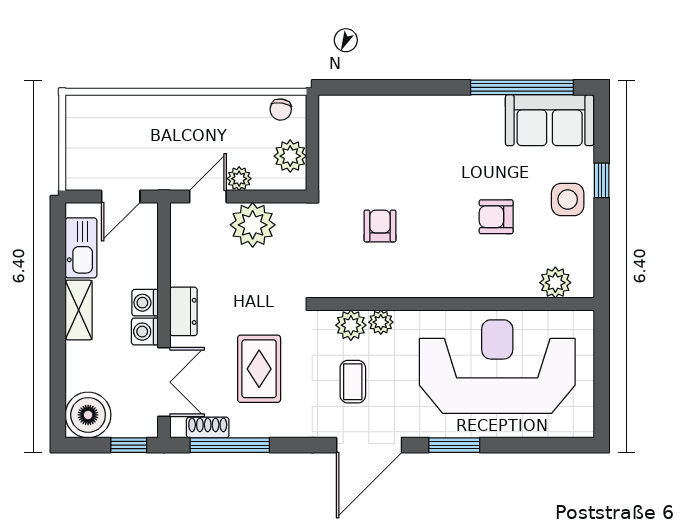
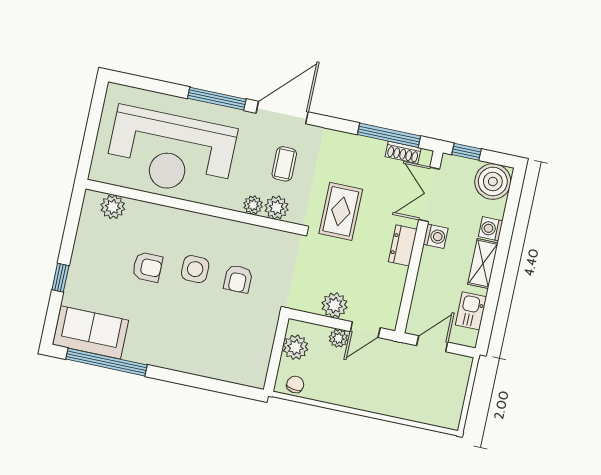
side table: (568, 199) -> (195, 269), moved
plant: (253, 225) -> (335, 305), width x0.73, depth x0.73
kitchen sink: (81, 248) -> (471, 311), width x0.73
washing machine: (145, 303) -> (491, 229), moved, turned 180
rug: (259, 369) -> (341, 211), moved
window: (454, 445) -> (217, 99), width x1.44

